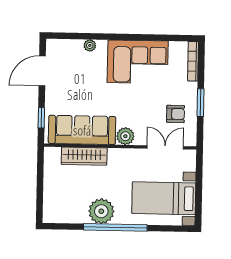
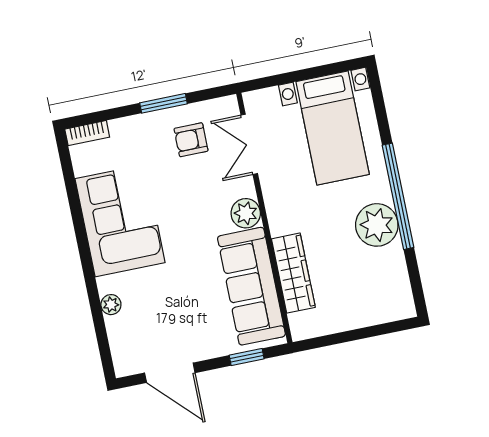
bookcase: (193, 61) -> (87, 133), width x0.64
armchair: (176, 114) -> (191, 140), turned -90

